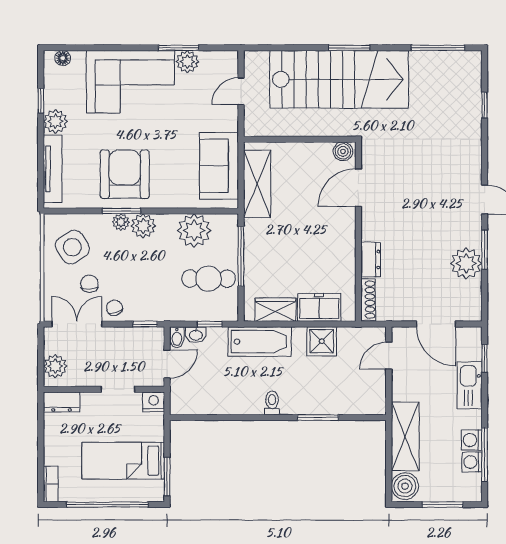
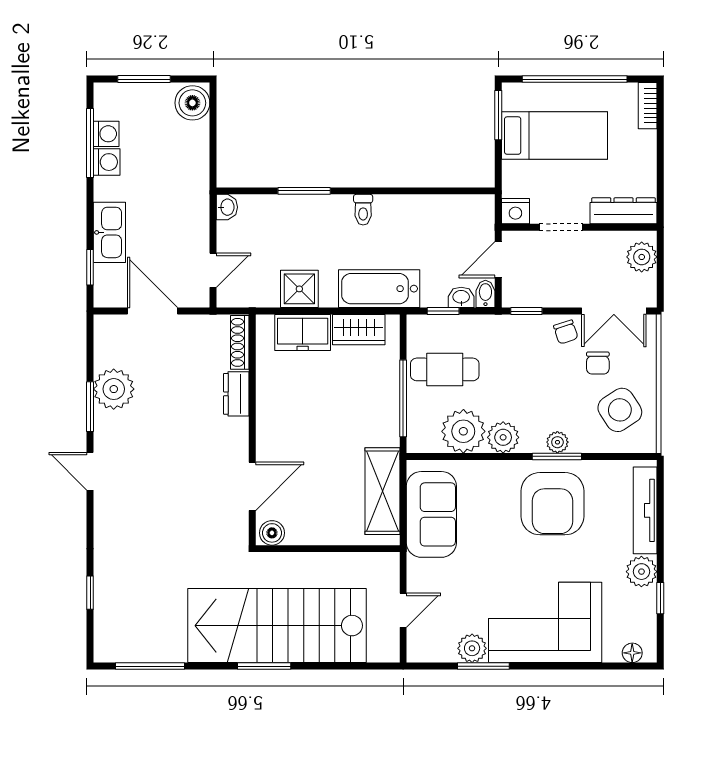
plant: (143, 226) -> (503, 437), moved
dresser: (62, 402) -> (624, 211), width x1.44
washbasin: (378, 405) -> (227, 207), added
shelving: (405, 436) -> (192, 167), removed

